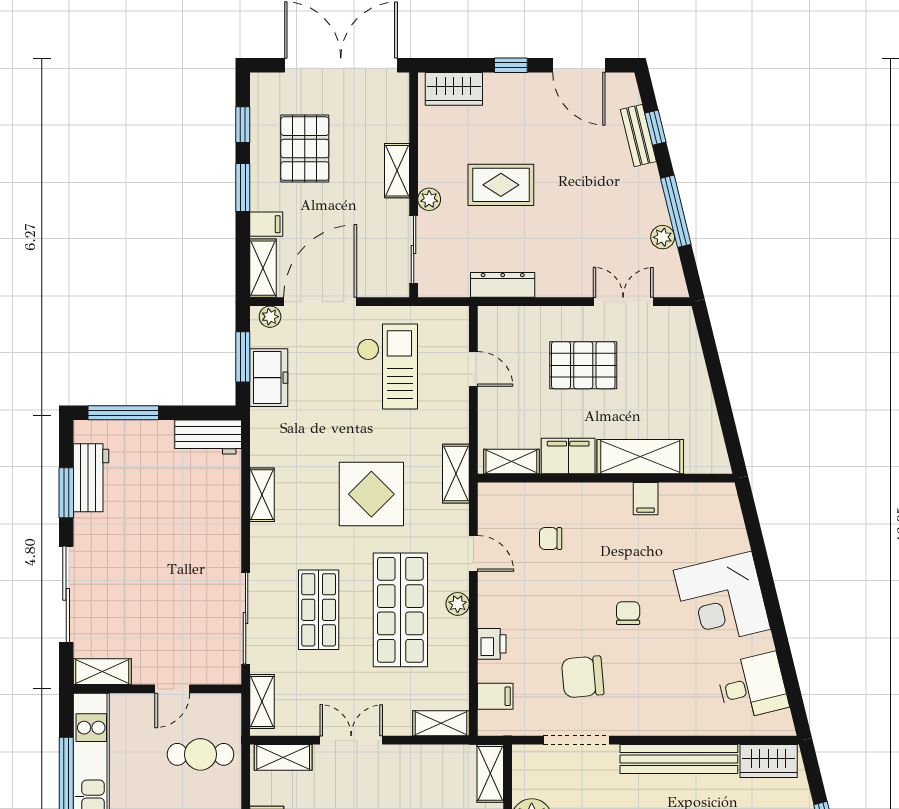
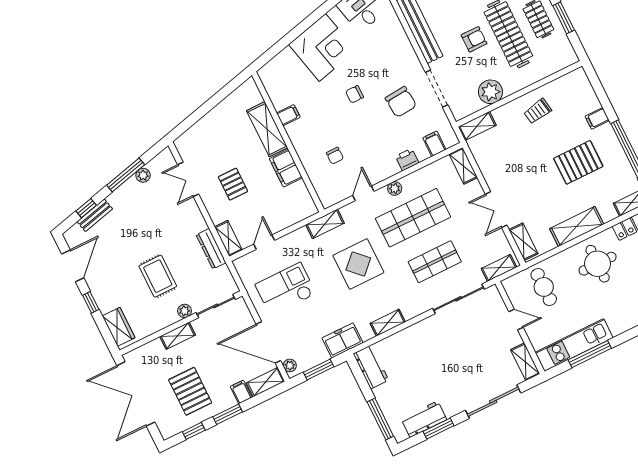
pallet: (305, 149) -> (190, 391), turned 90
pallet: (583, 365) -> (233, 184), width x0.67, depth x0.71
freezer: (269, 378) -> (342, 340), moved
shelving: (511, 461) -> (228, 238), moved

